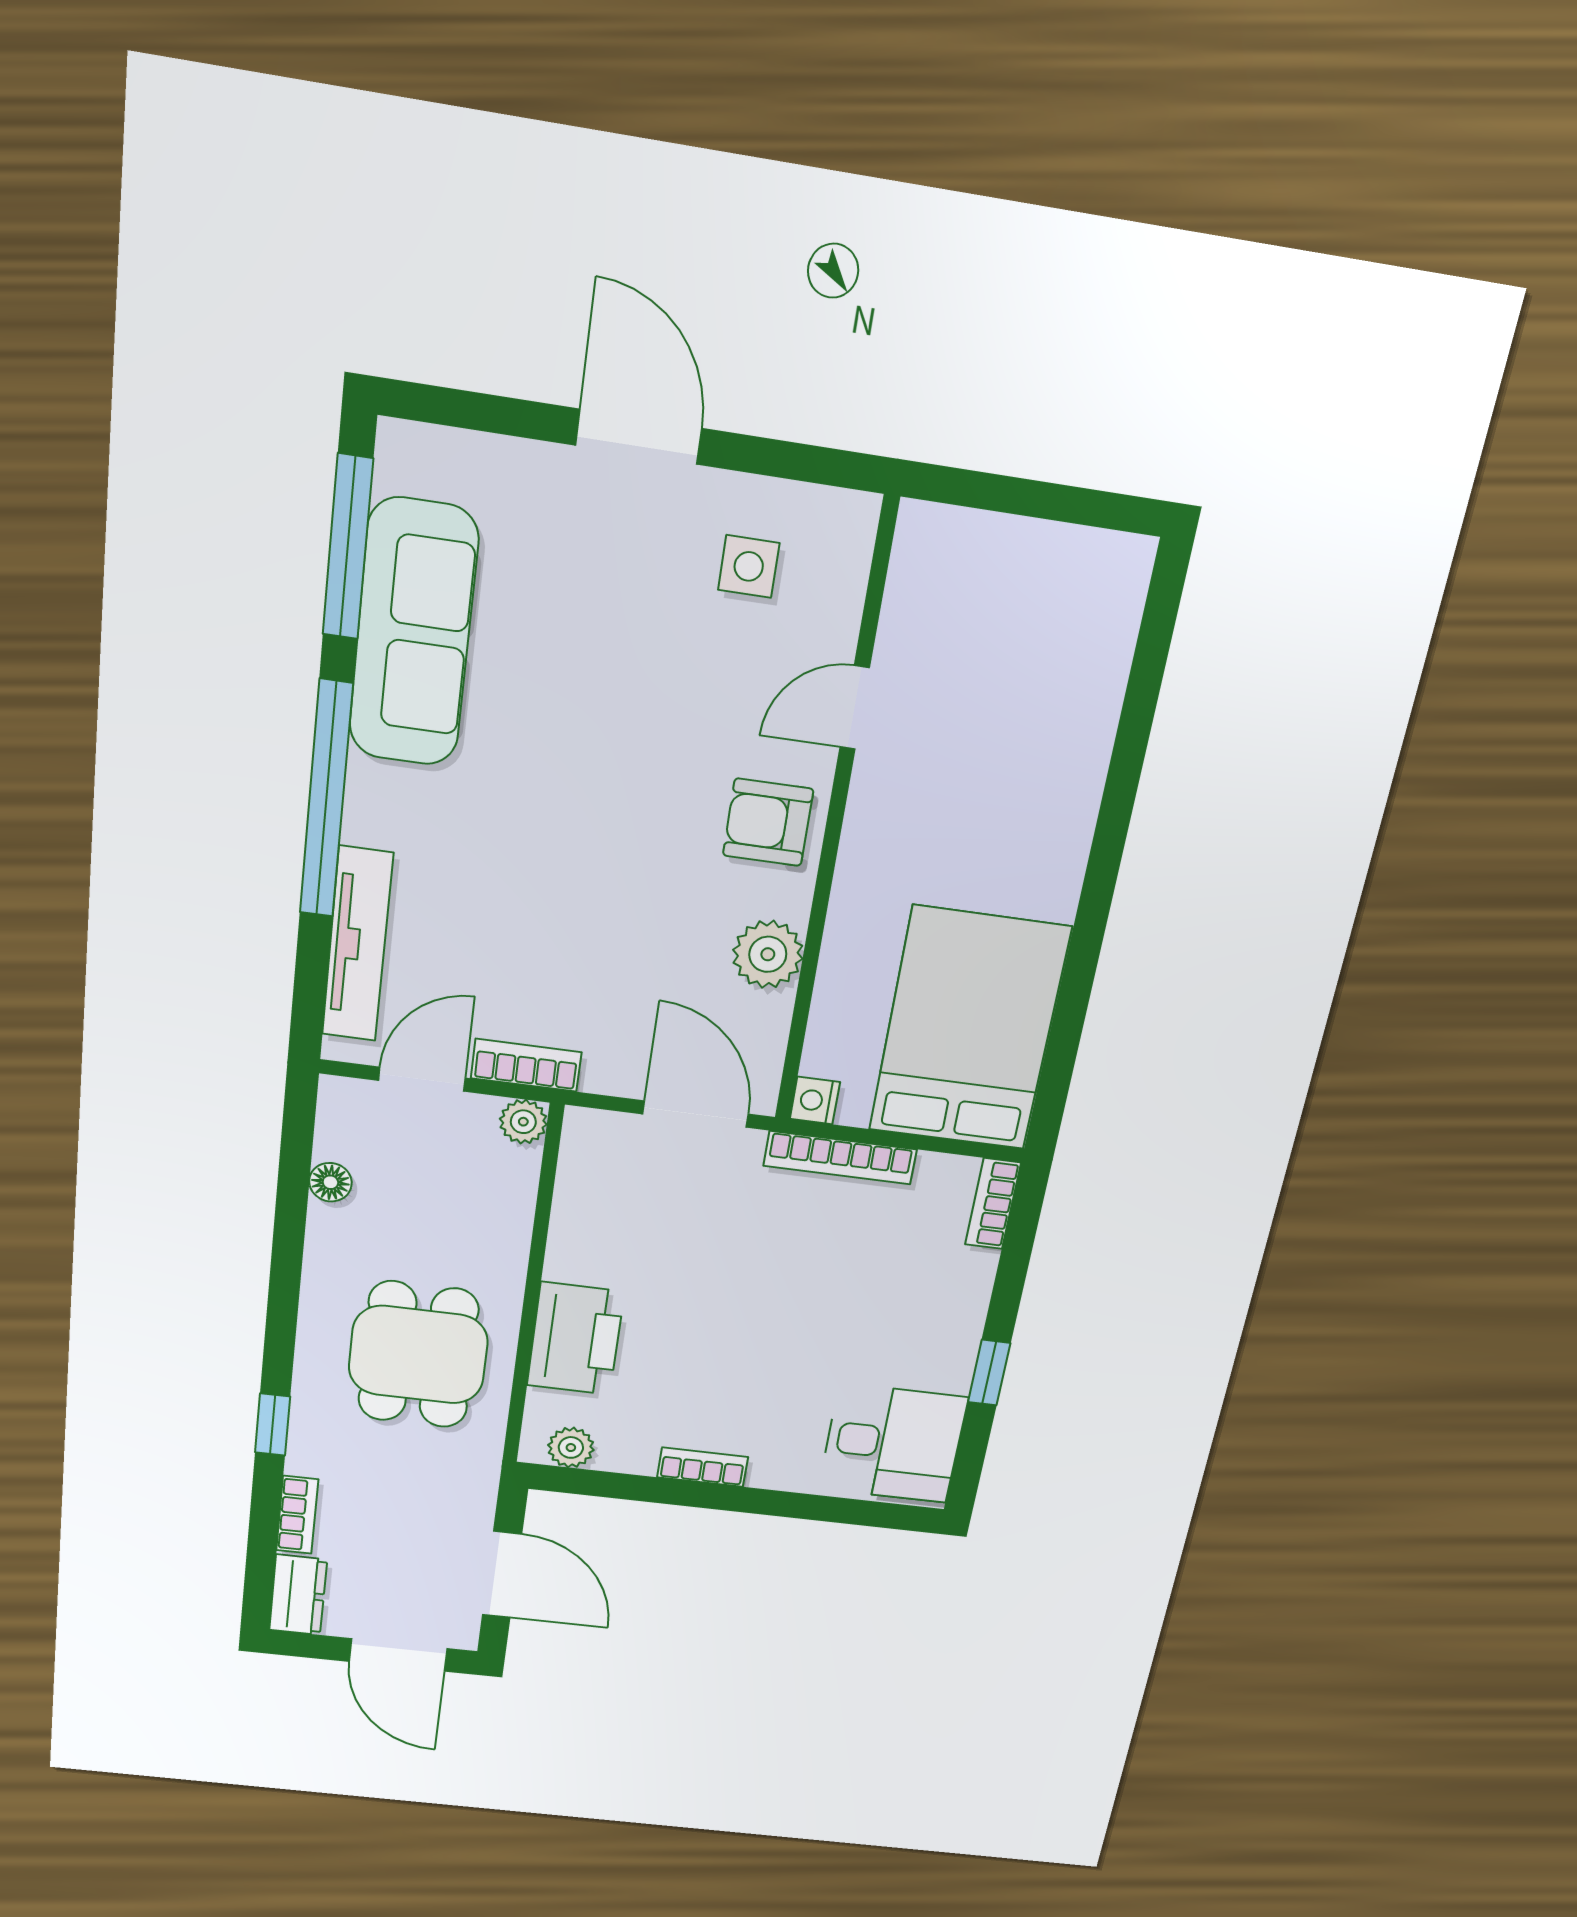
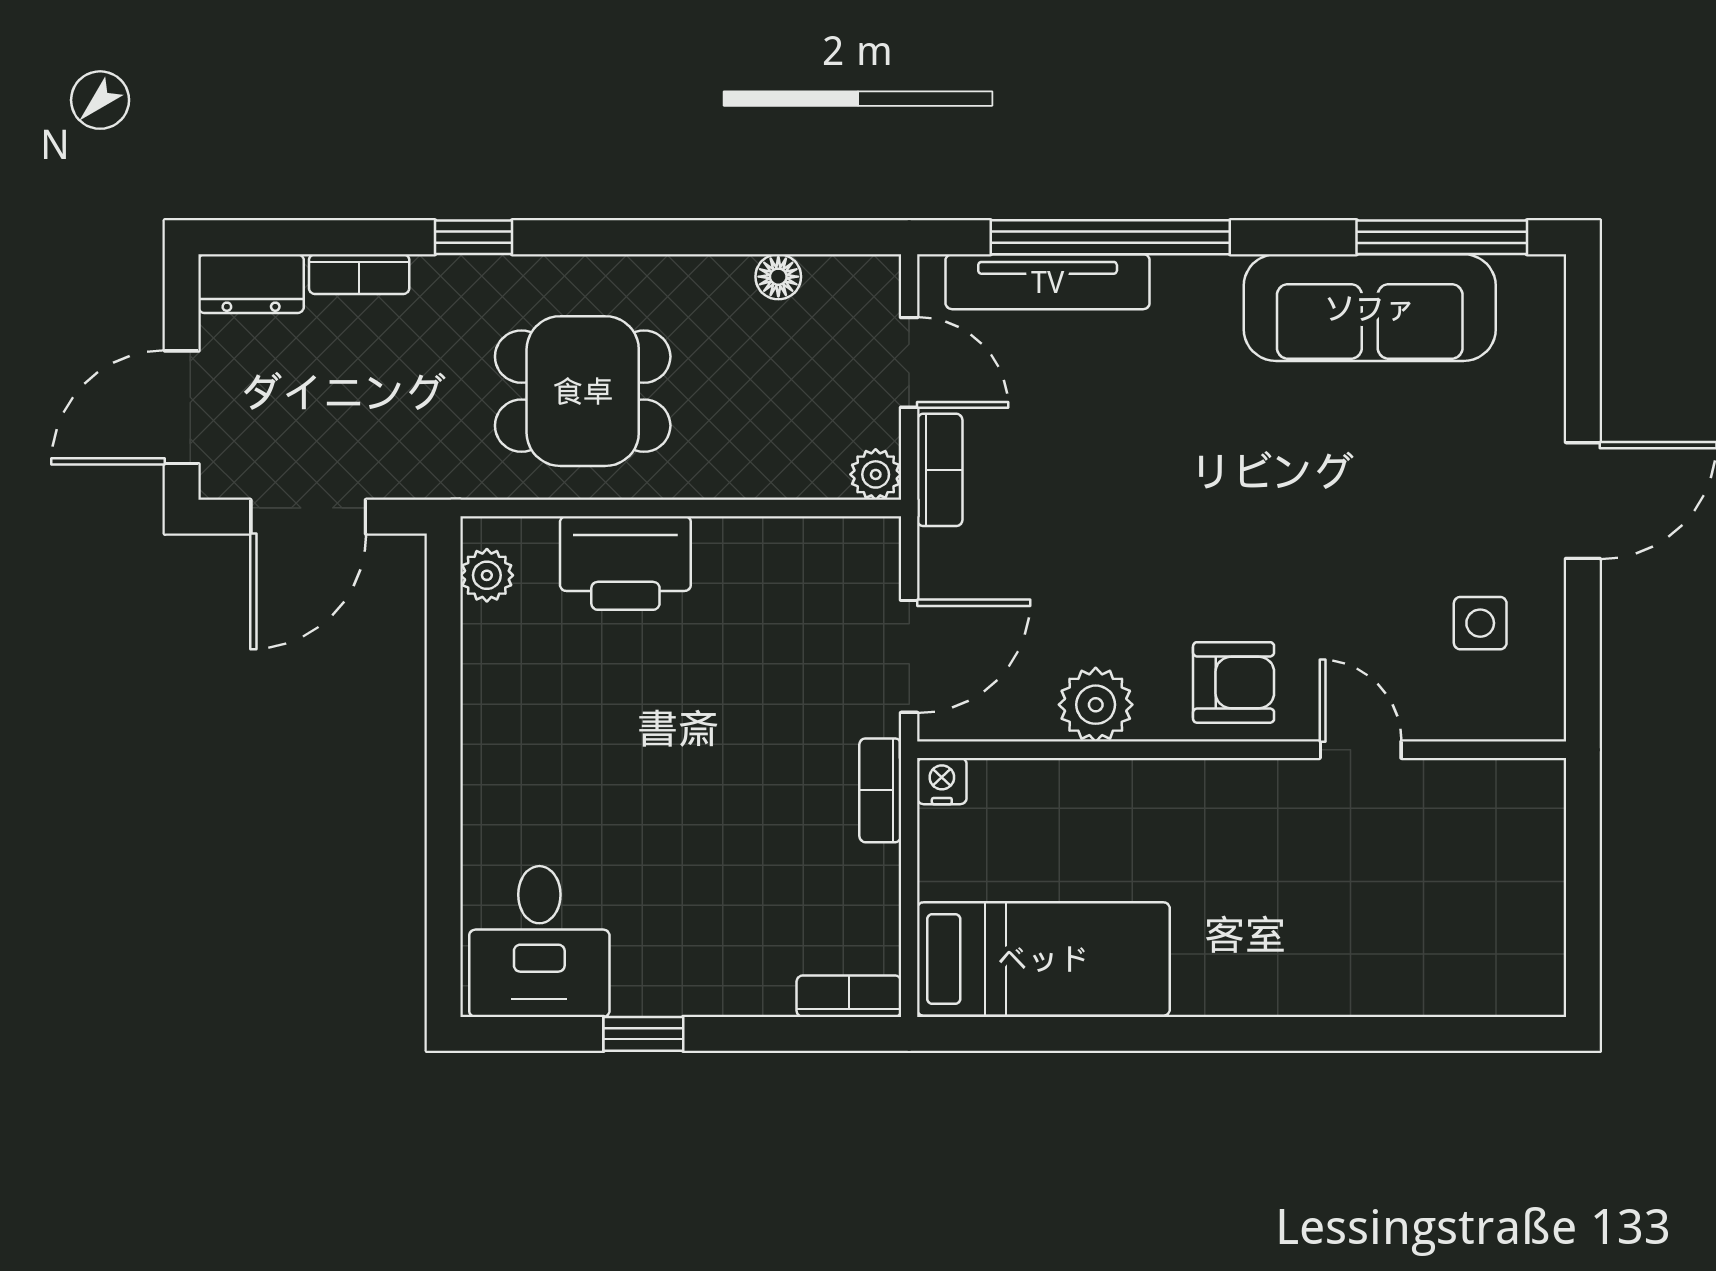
window: (326, 800) -> (1110, 237), moved
armchair: (768, 822) -> (1234, 682), turned 90
bed: (969, 1029) -> (1043, 959), width x0.67
bookcase: (840, 1158) -> (880, 790), width x0.64
bookcase: (703, 1467) -> (480, 729), removed

